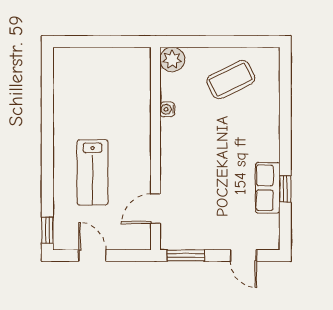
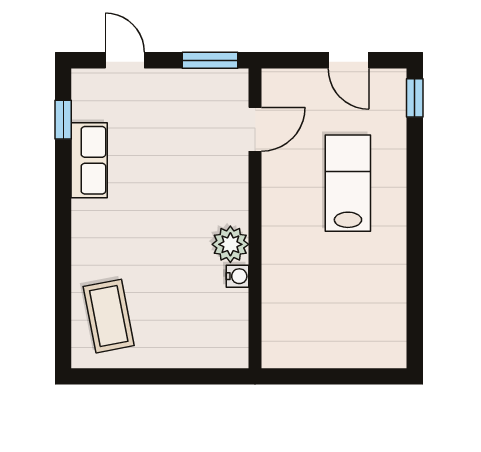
plant: (172, 59) -> (230, 244), moved
coffee table: (231, 80) -> (109, 316), moved, turned -75
window: (285, 189) -> (63, 120), moved

